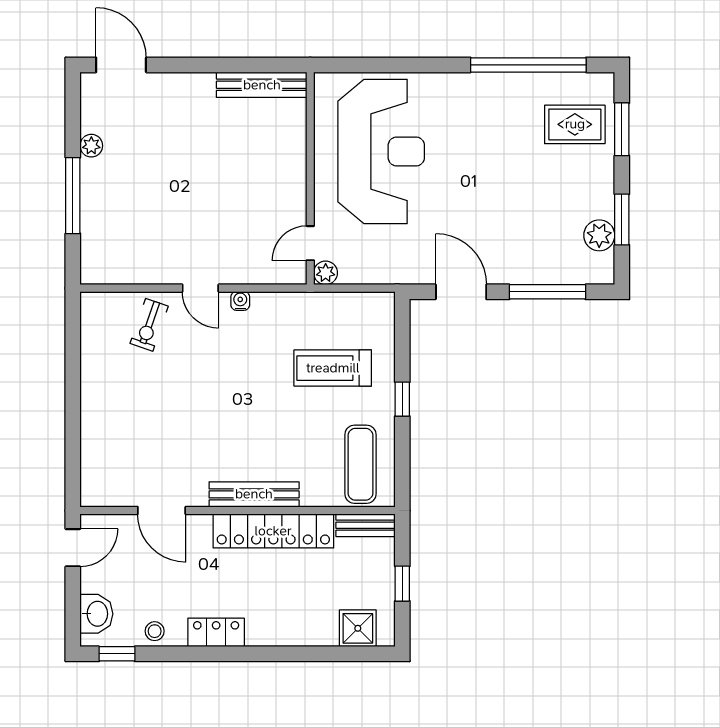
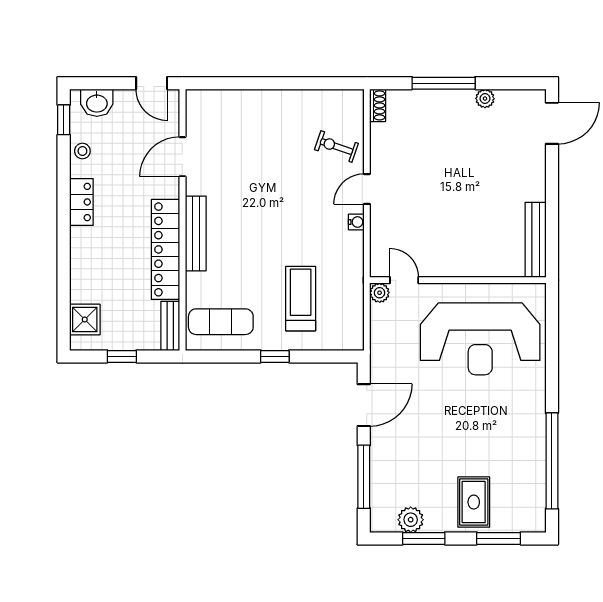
rug: (575, 124) -> (474, 502), moved
shoe rack: (100, 275) -> (378, 105), added

